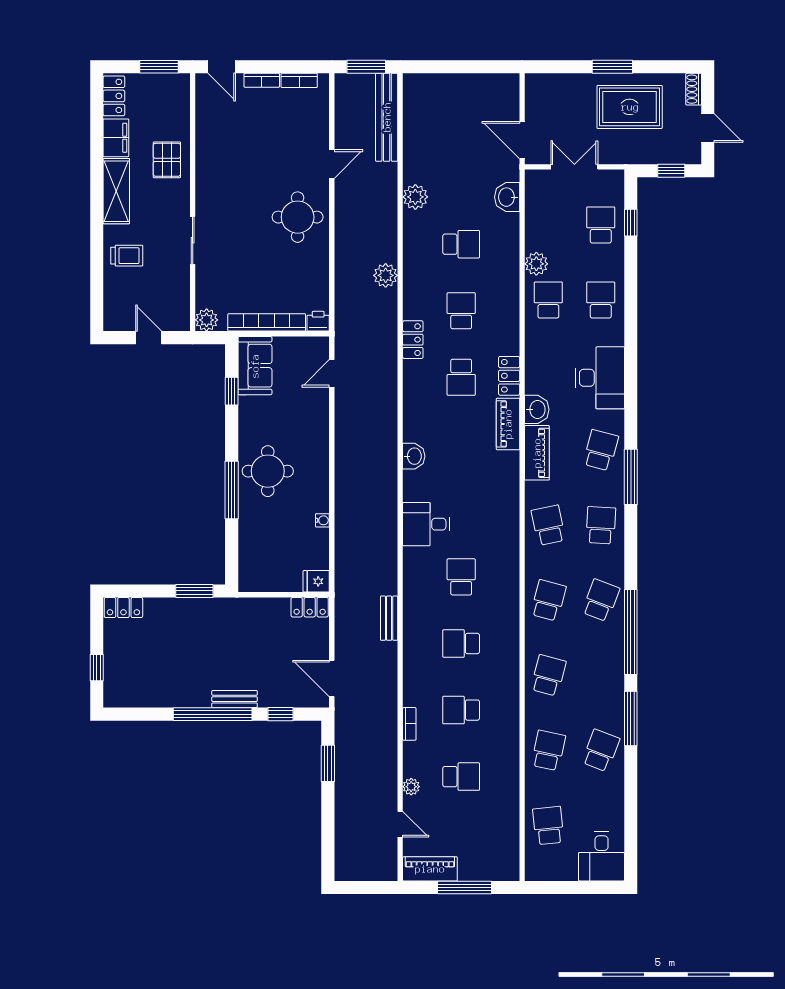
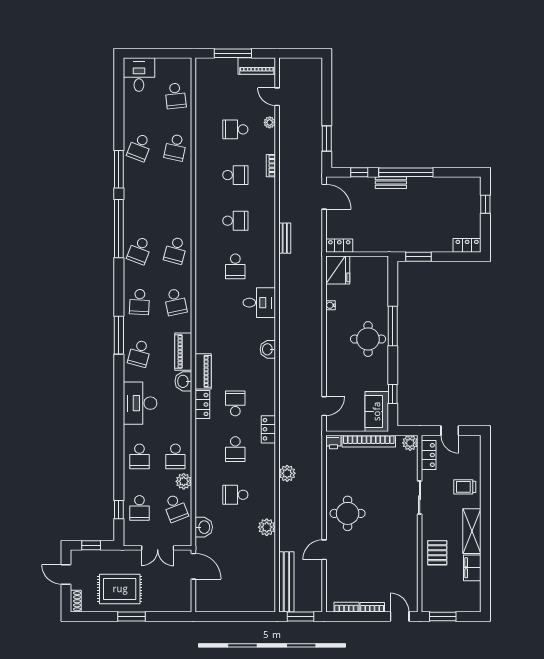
locker: (114, 96) -> (429, 455), moved, turned 180
fridge: (316, 581) -> (338, 270), width x1.88, depth x1.34
school desk: (548, 675) -> (175, 508), moved, turned -36

